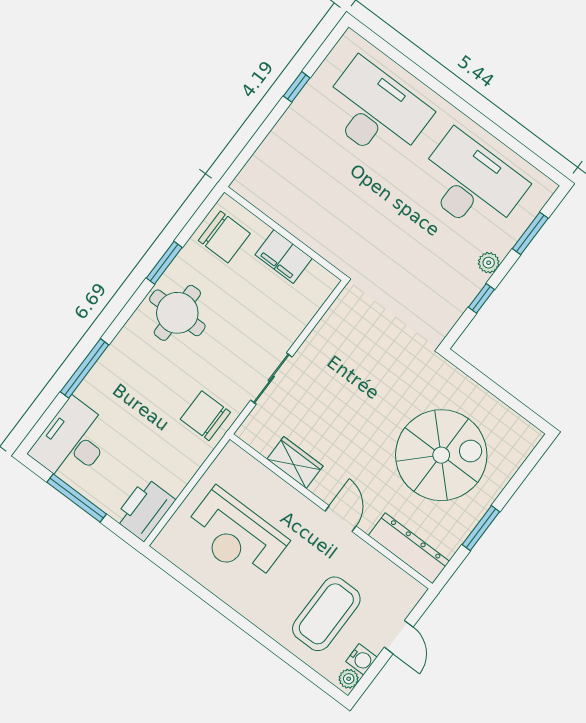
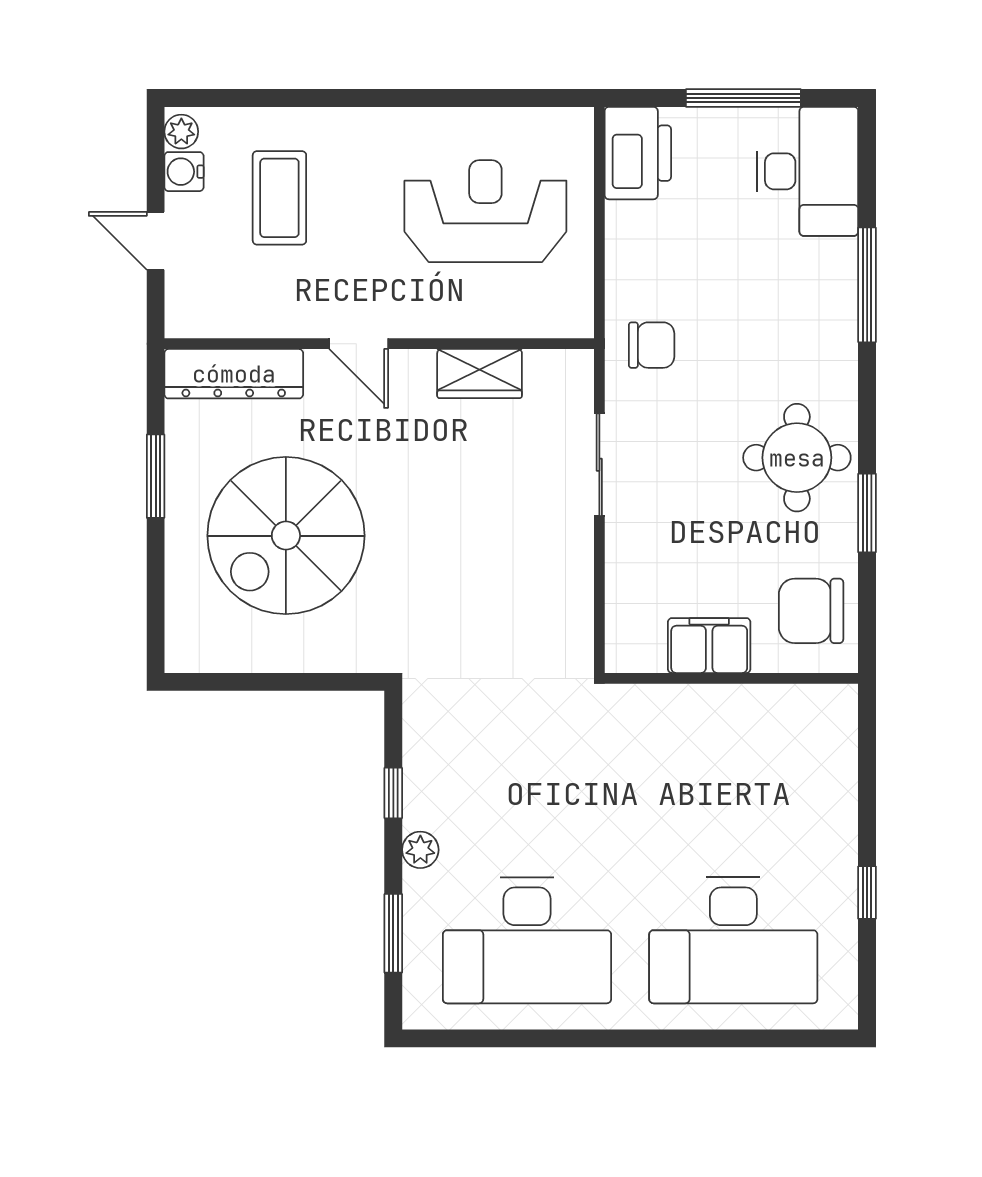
chair: (205, 416) -> (652, 345), width x0.73, depth x0.73
coffee table: (326, 614) -> (279, 198), width x0.73, depth x0.76

